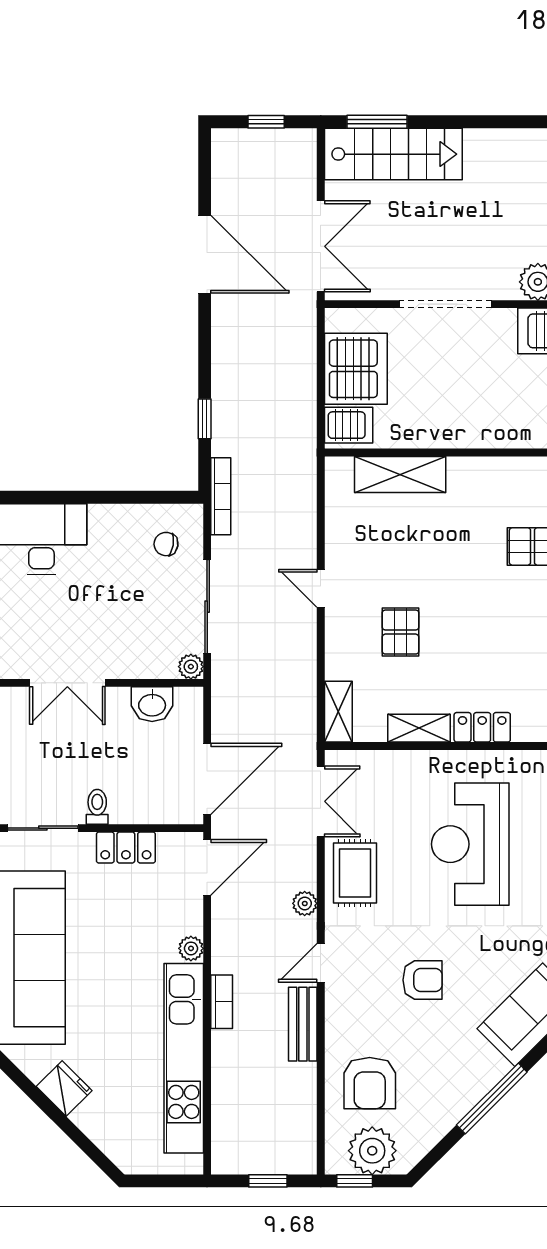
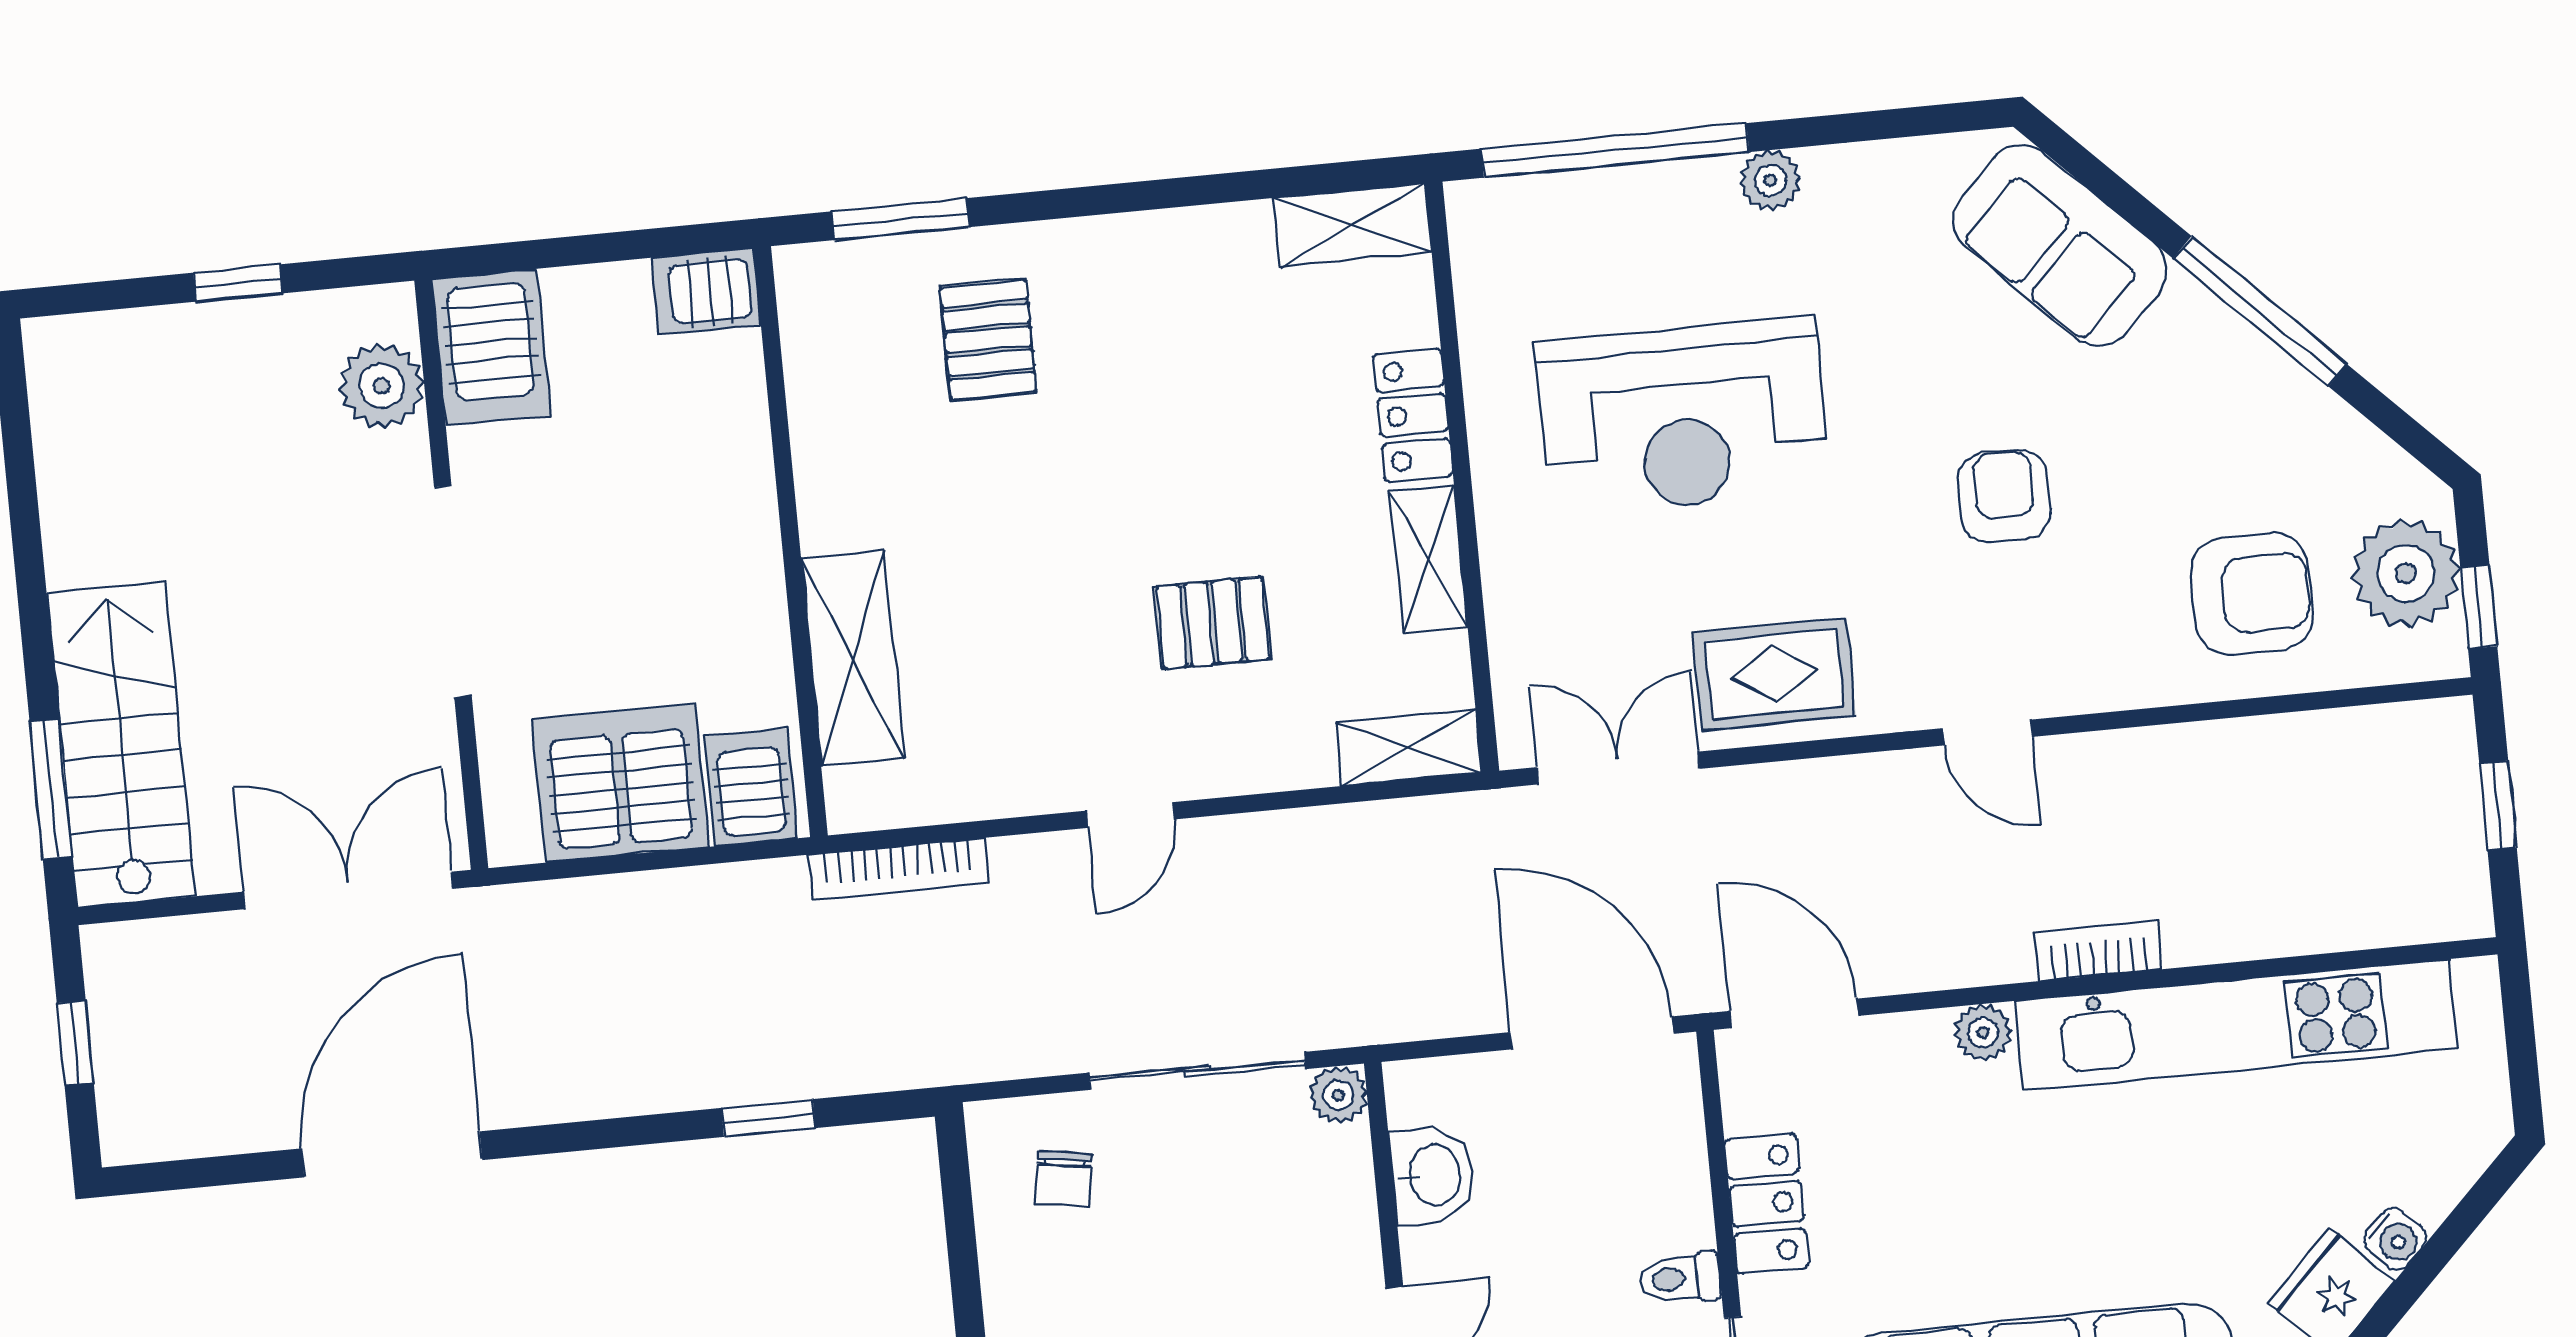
bookcase: (221, 496) -> (898, 869), moved, turned 180
plant: (305, 903) -> (1855, 782), removed
bench: (303, 1024) -> (2131, 760), removed
water cooler: (84, 1118) -> (2395, 1239), added

